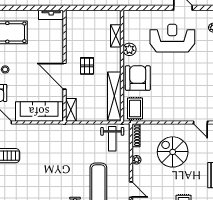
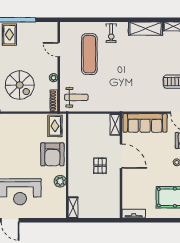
shelving: (116, 36) -> (73, 207), moved
shelving: (114, 96) -> (74, 137), removed
weight bench: (112, 139) -> (76, 97), turned 90

